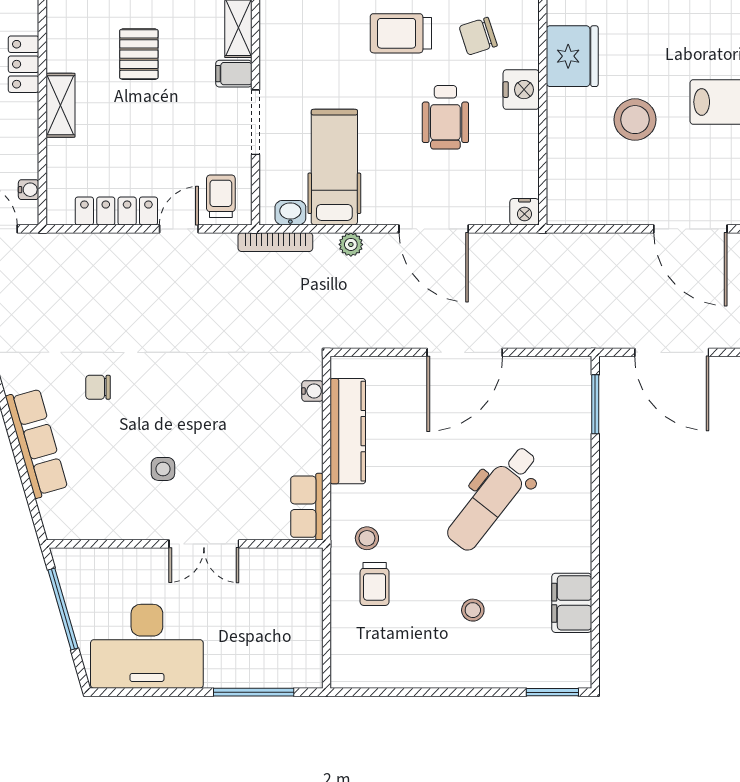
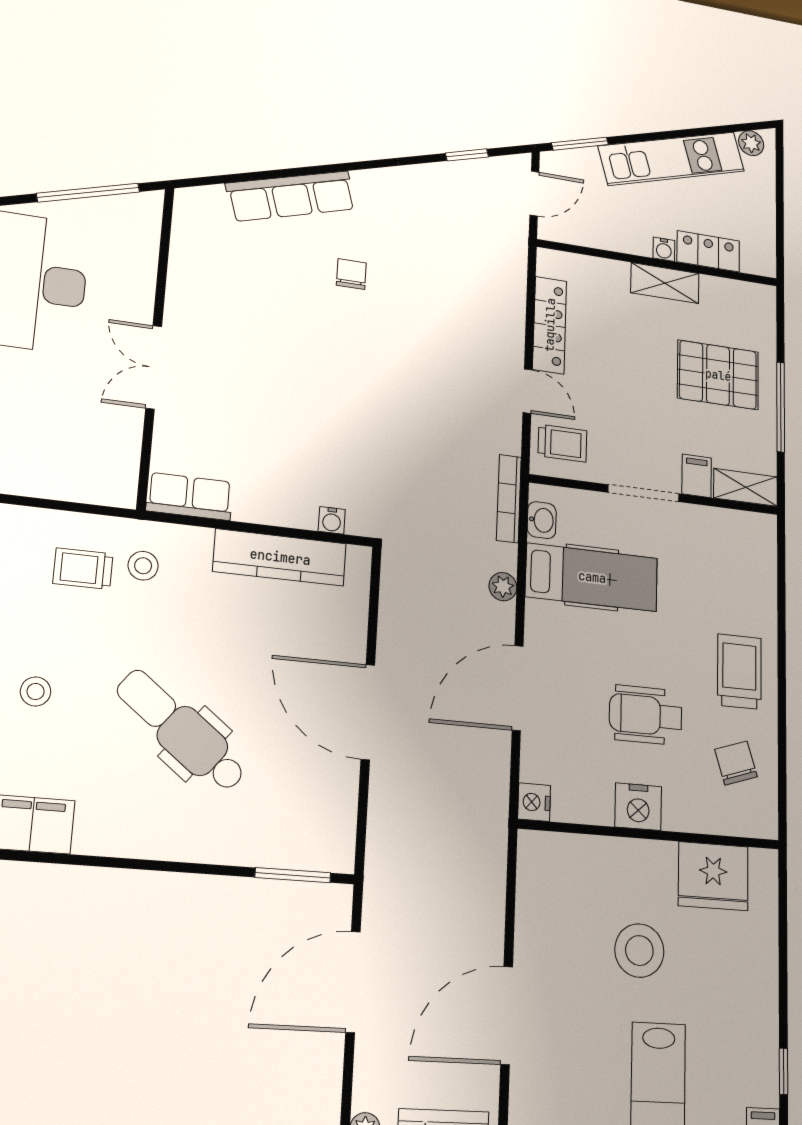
pallet: (139, 54) -> (718, 375), width x1.50, depth x1.42
nightstand: (521, 90) -> (638, 807), moved
water cooler: (29, 190) -> (664, 249), moved
side table: (163, 469) -> (250, 333), removed

